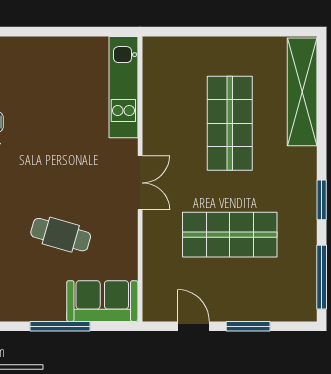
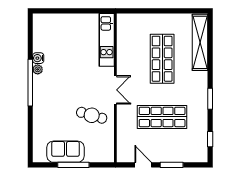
cafe table: (61, 235) -> (92, 115), moved
window: (322, 277) -> (210, 139), width x0.46
sofa: (102, 301) -> (65, 152), moved

